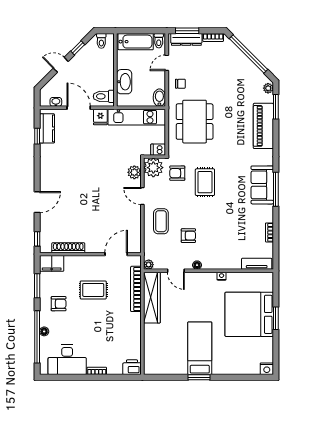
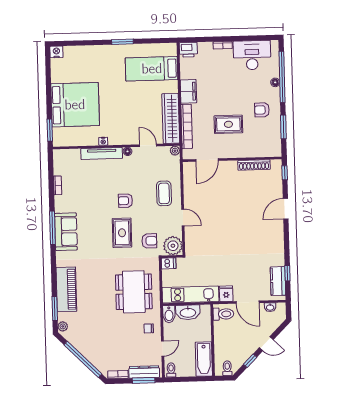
bathtub: (136, 42) -> (204, 359), moved, turned -90
washbasin: (124, 82) -> (188, 312), moved, turned -90
plant: (134, 172) -> (191, 240), removed
armchair: (188, 236) -> (125, 201), moved
filing cabinet: (52, 263) -> (188, 91), moved, turned 90
tv unit: (257, 264) -> (102, 153), moved, width x1.41
window: (276, 318) -> (50, 130), moved
bed: (200, 348) -> (152, 69), moved, turned 90

